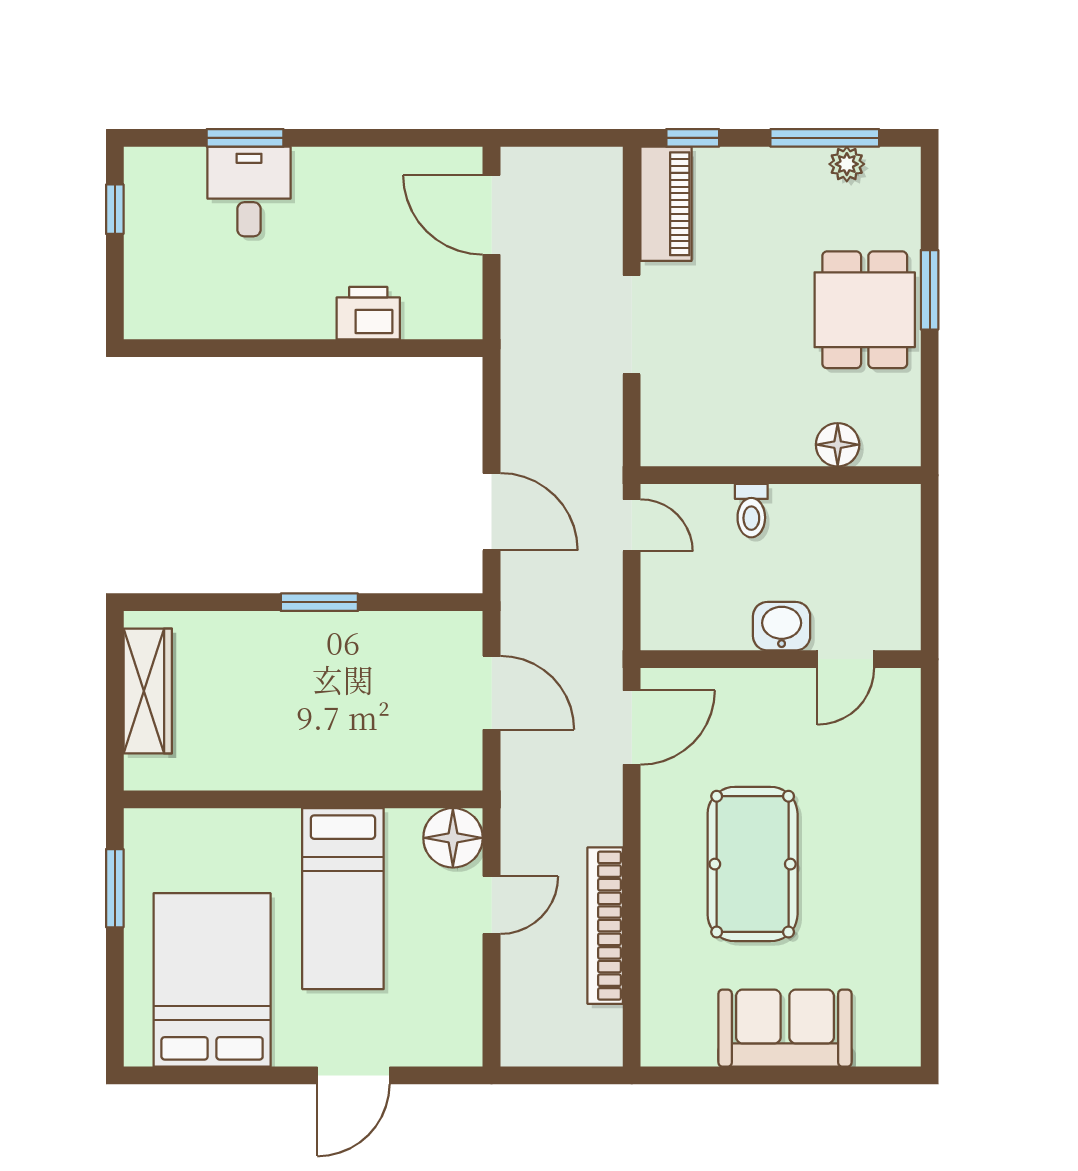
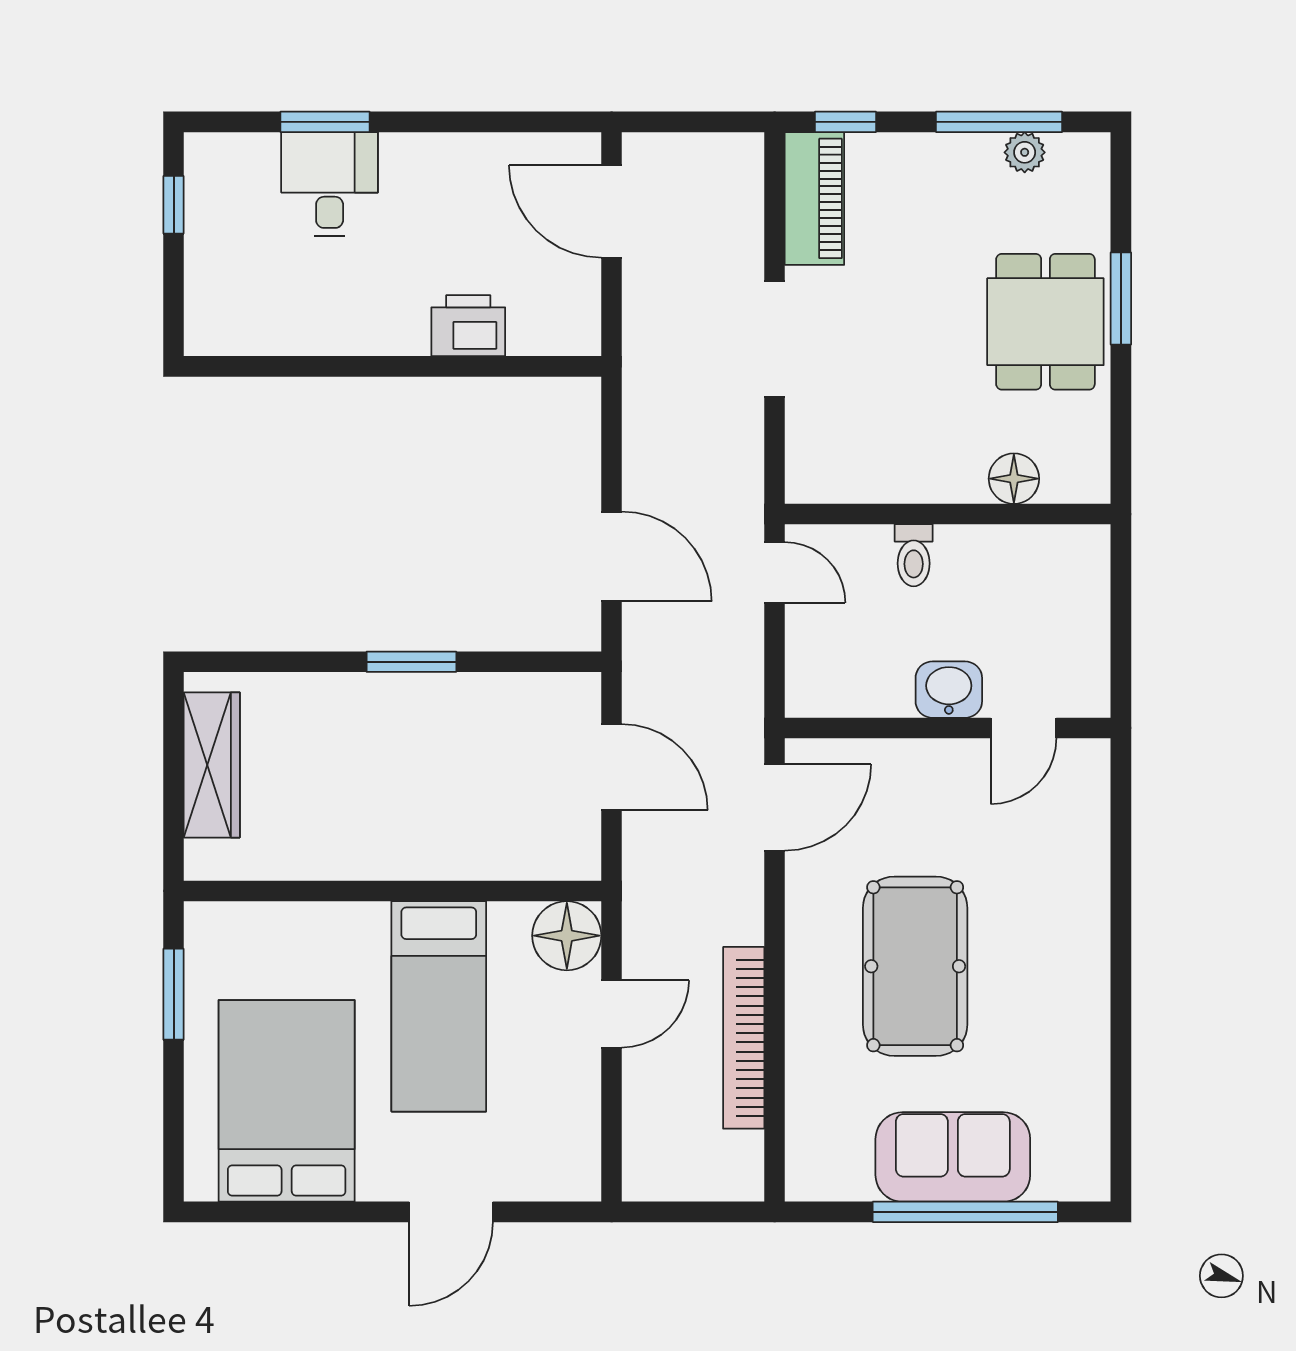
window: (796, 1075) -> (965, 1212), added

